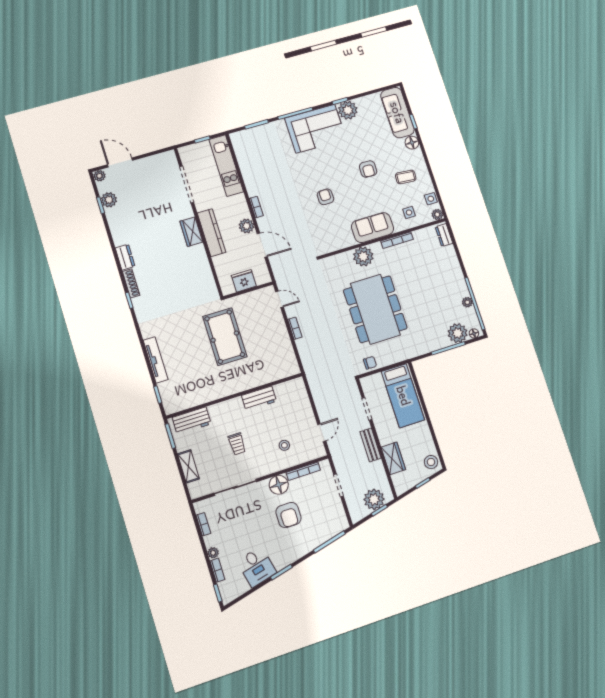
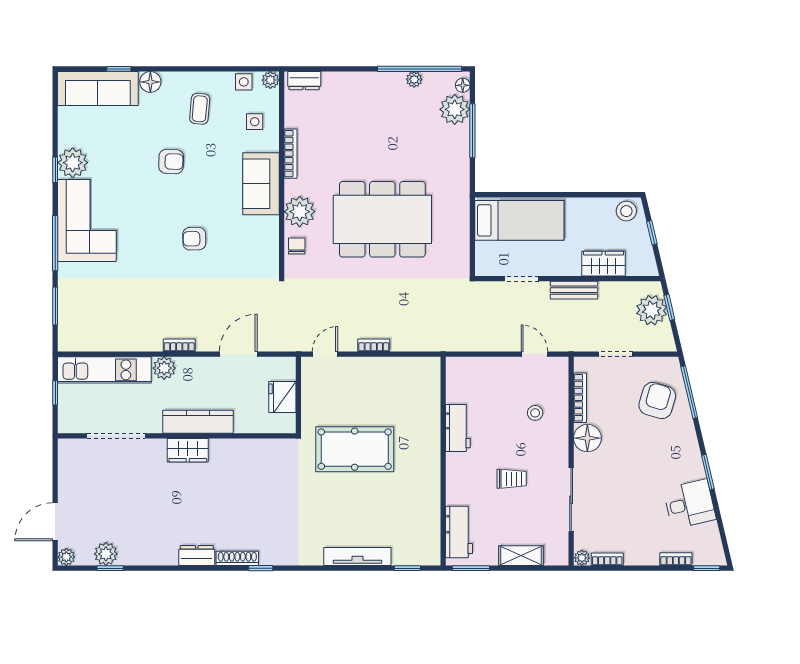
plant: (247, 226) -> (164, 368), moved
chair: (370, 363) -> (297, 246), moved
armchair: (288, 515) -> (657, 400), moved, turned -74
plant: (213, 553) -> (582, 558), moved

